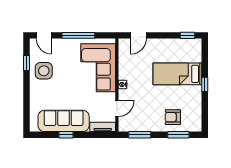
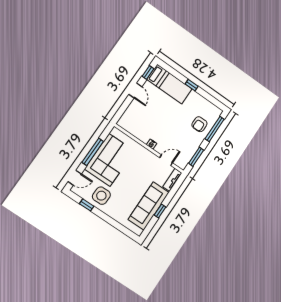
door: (138, 35) -> (135, 90), moved
corner sofa: (98, 68) -> (109, 160), moved, turned -90
bed: (177, 74) -> (169, 84), moved, turned -90
door: (117, 108) -> (166, 160), hinge flipped
window: (178, 135) -> (215, 129), width x1.44

